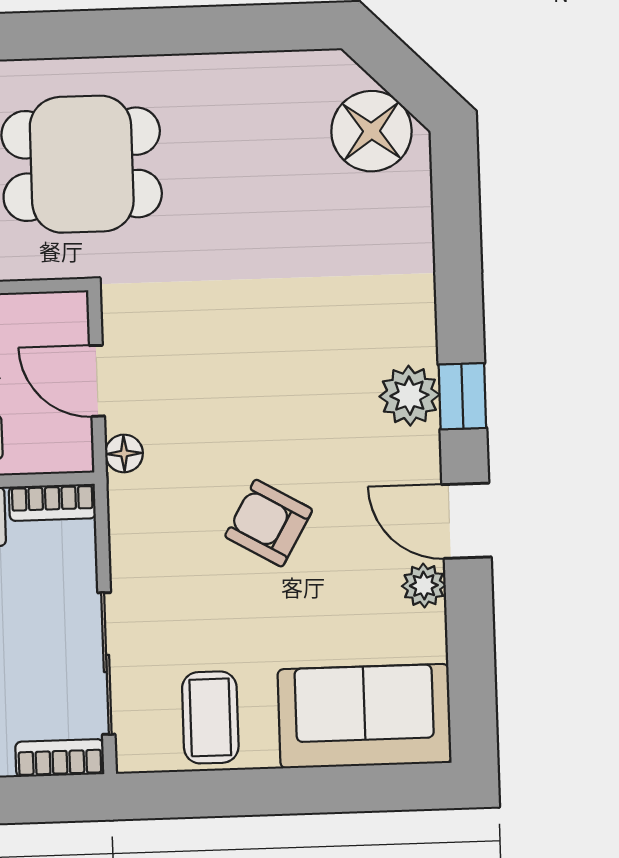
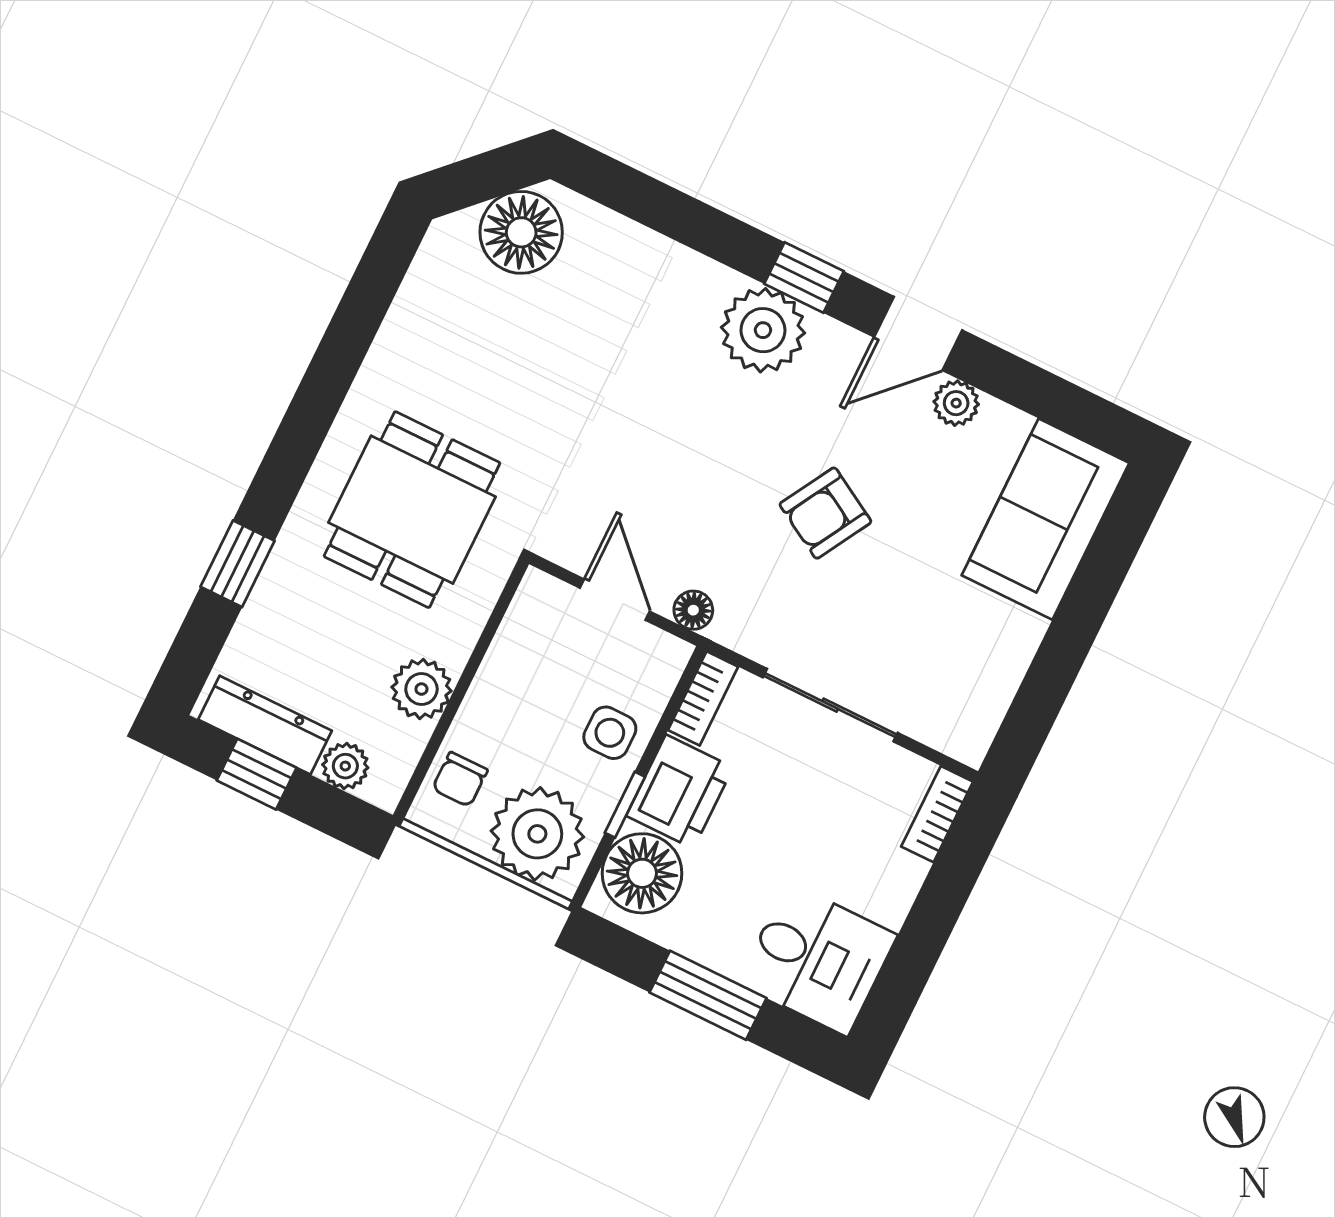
door: (97, 381) -> (615, 600), swing flipped
plant: (409, 396) -> (763, 330), width x1.36, depth x1.36
sliding door: (106, 663) -> (830, 705), moved
coffee table: (210, 717) -> (973, 659), removed

